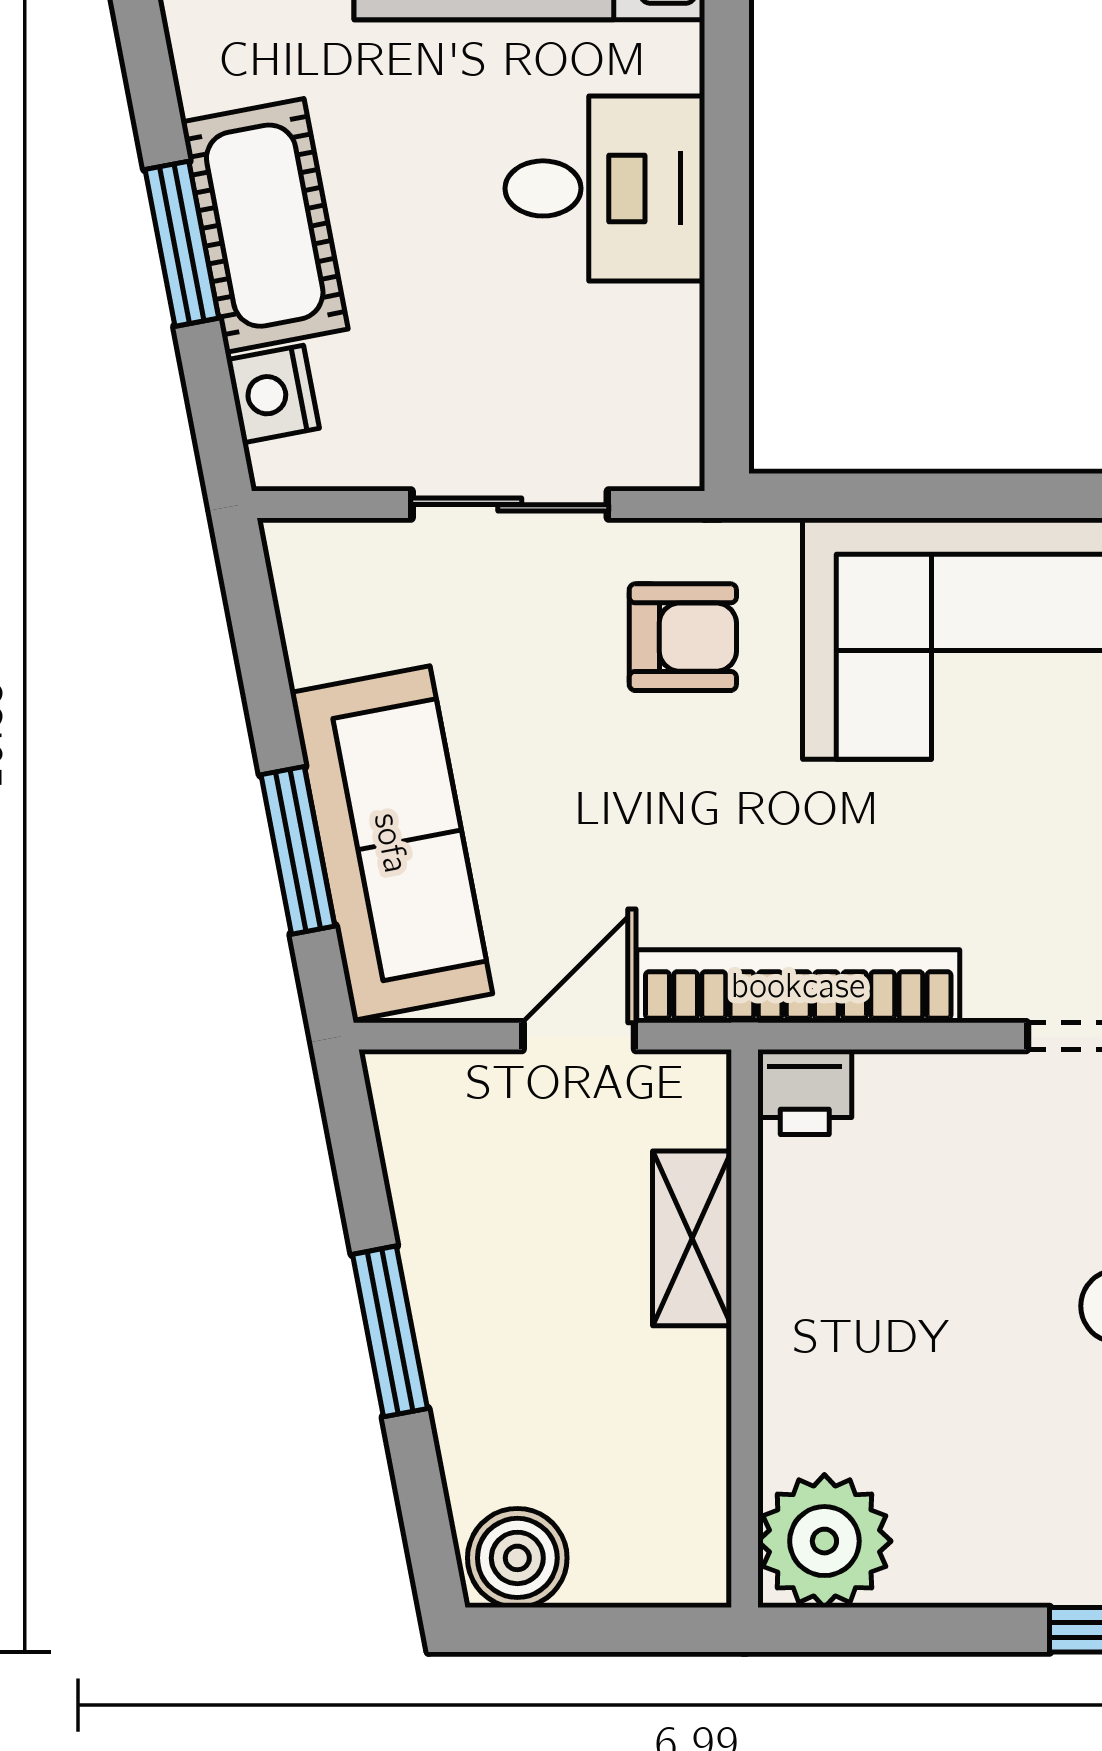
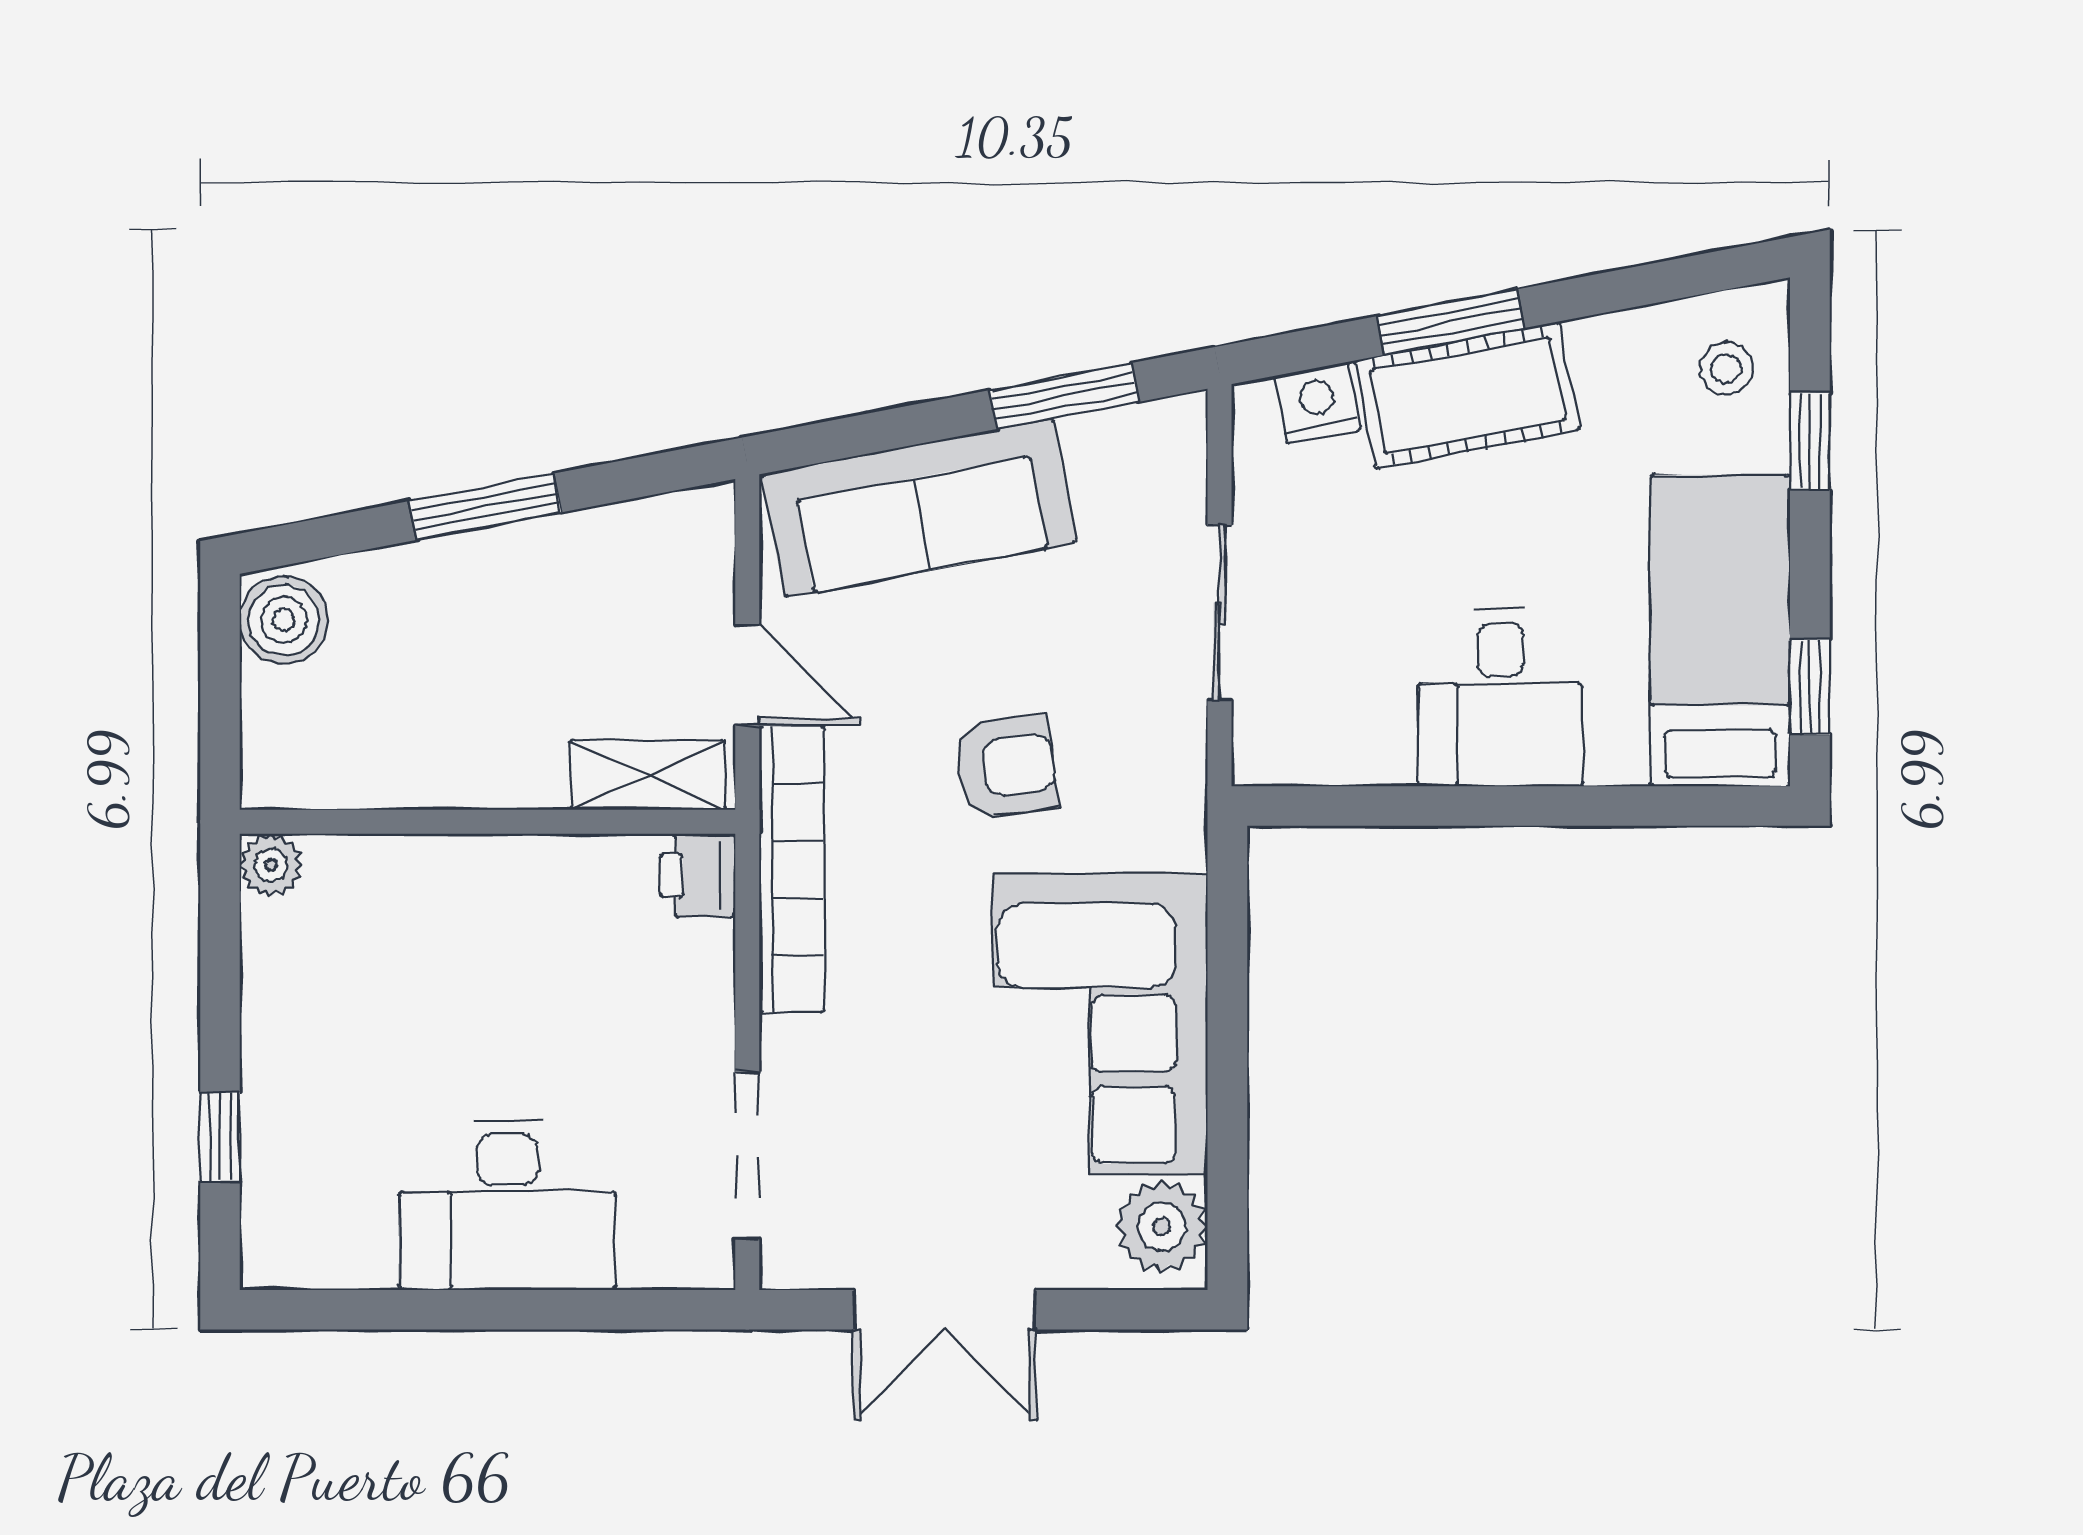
armchair: (683, 637) -> (1005, 767), moved, turned -98
window: (298, 850) -> (1064, 396), moved
shelving: (692, 1238) -> (647, 775), moved
plant: (824, 1541) -> (271, 865), width x0.53, depth x0.53

